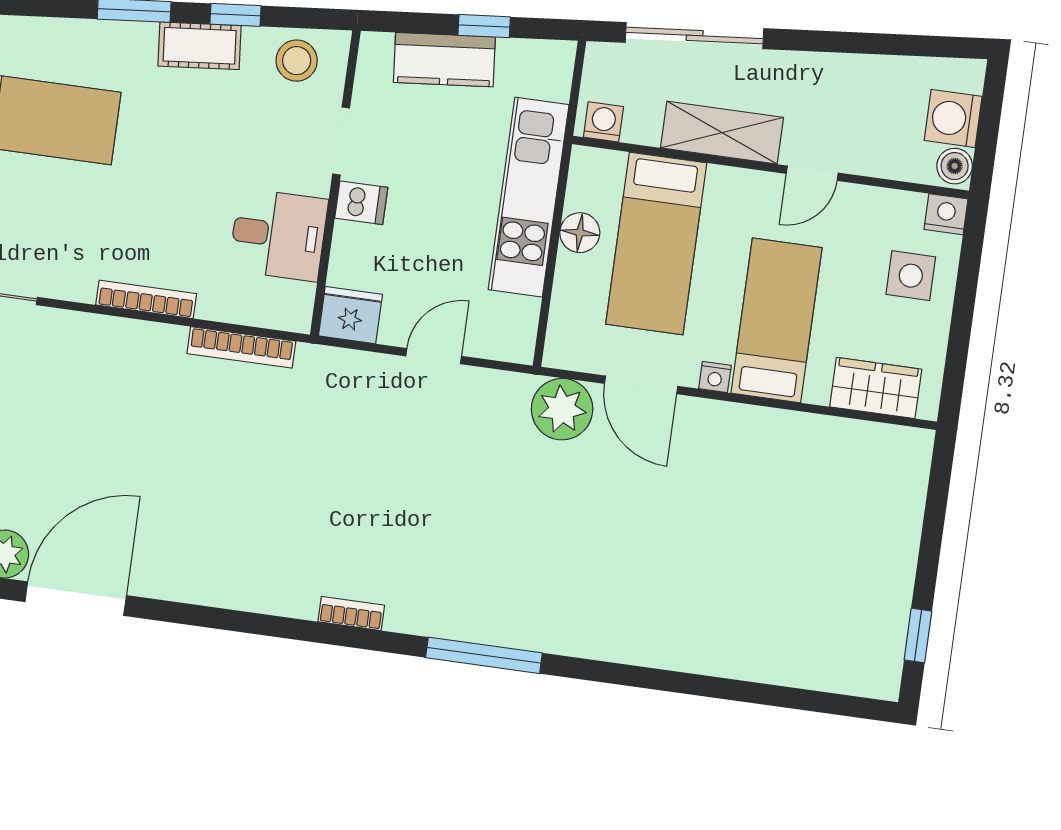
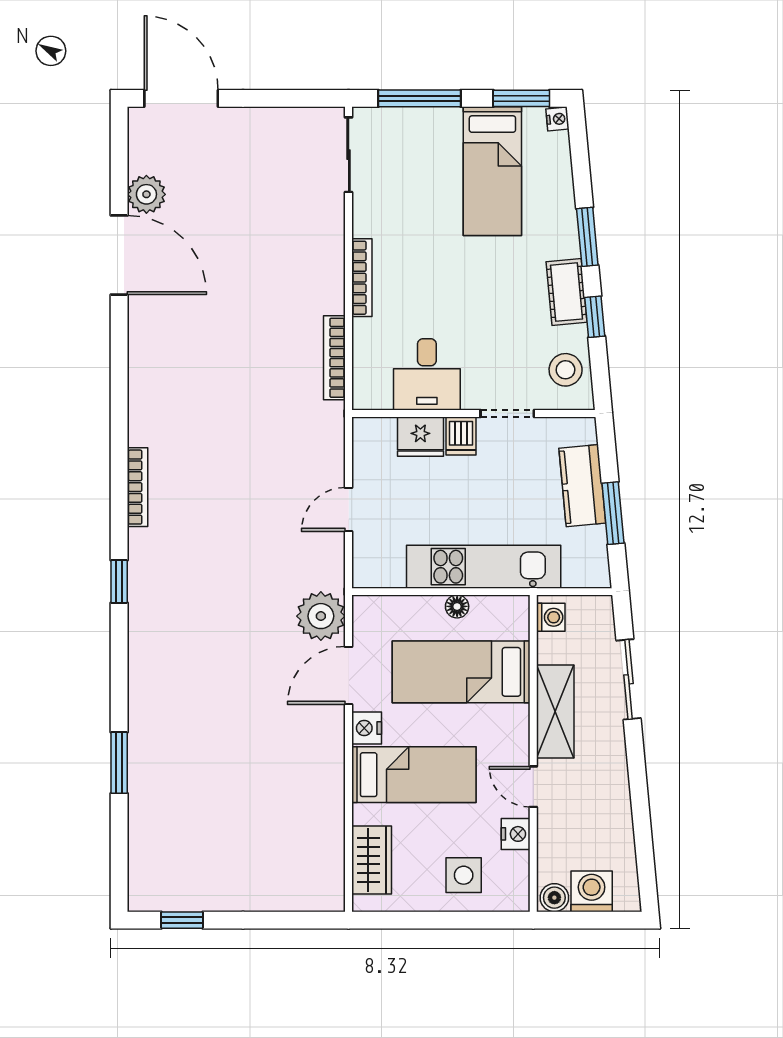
window: (484, 26) -> (613, 513), width x1.50
sliding door: (695, 36) -> (629, 679), width x0.73
nightstand: (946, 214) -> (516, 834), moved
floor lamp: (580, 233) -> (457, 606), width x0.73, depth x0.73
fridge: (350, 315) -> (420, 437), moved, turned 90
door: (434, 356) -> (349, 509), swing flipped
nightstand: (715, 377) -> (367, 728), width x1.39, depth x1.35
bookcase: (351, 613) -> (138, 487), width x1.56
window: (484, 655) -> (119, 582), width x0.46
window: (711, 687) -> (119, 763), added

